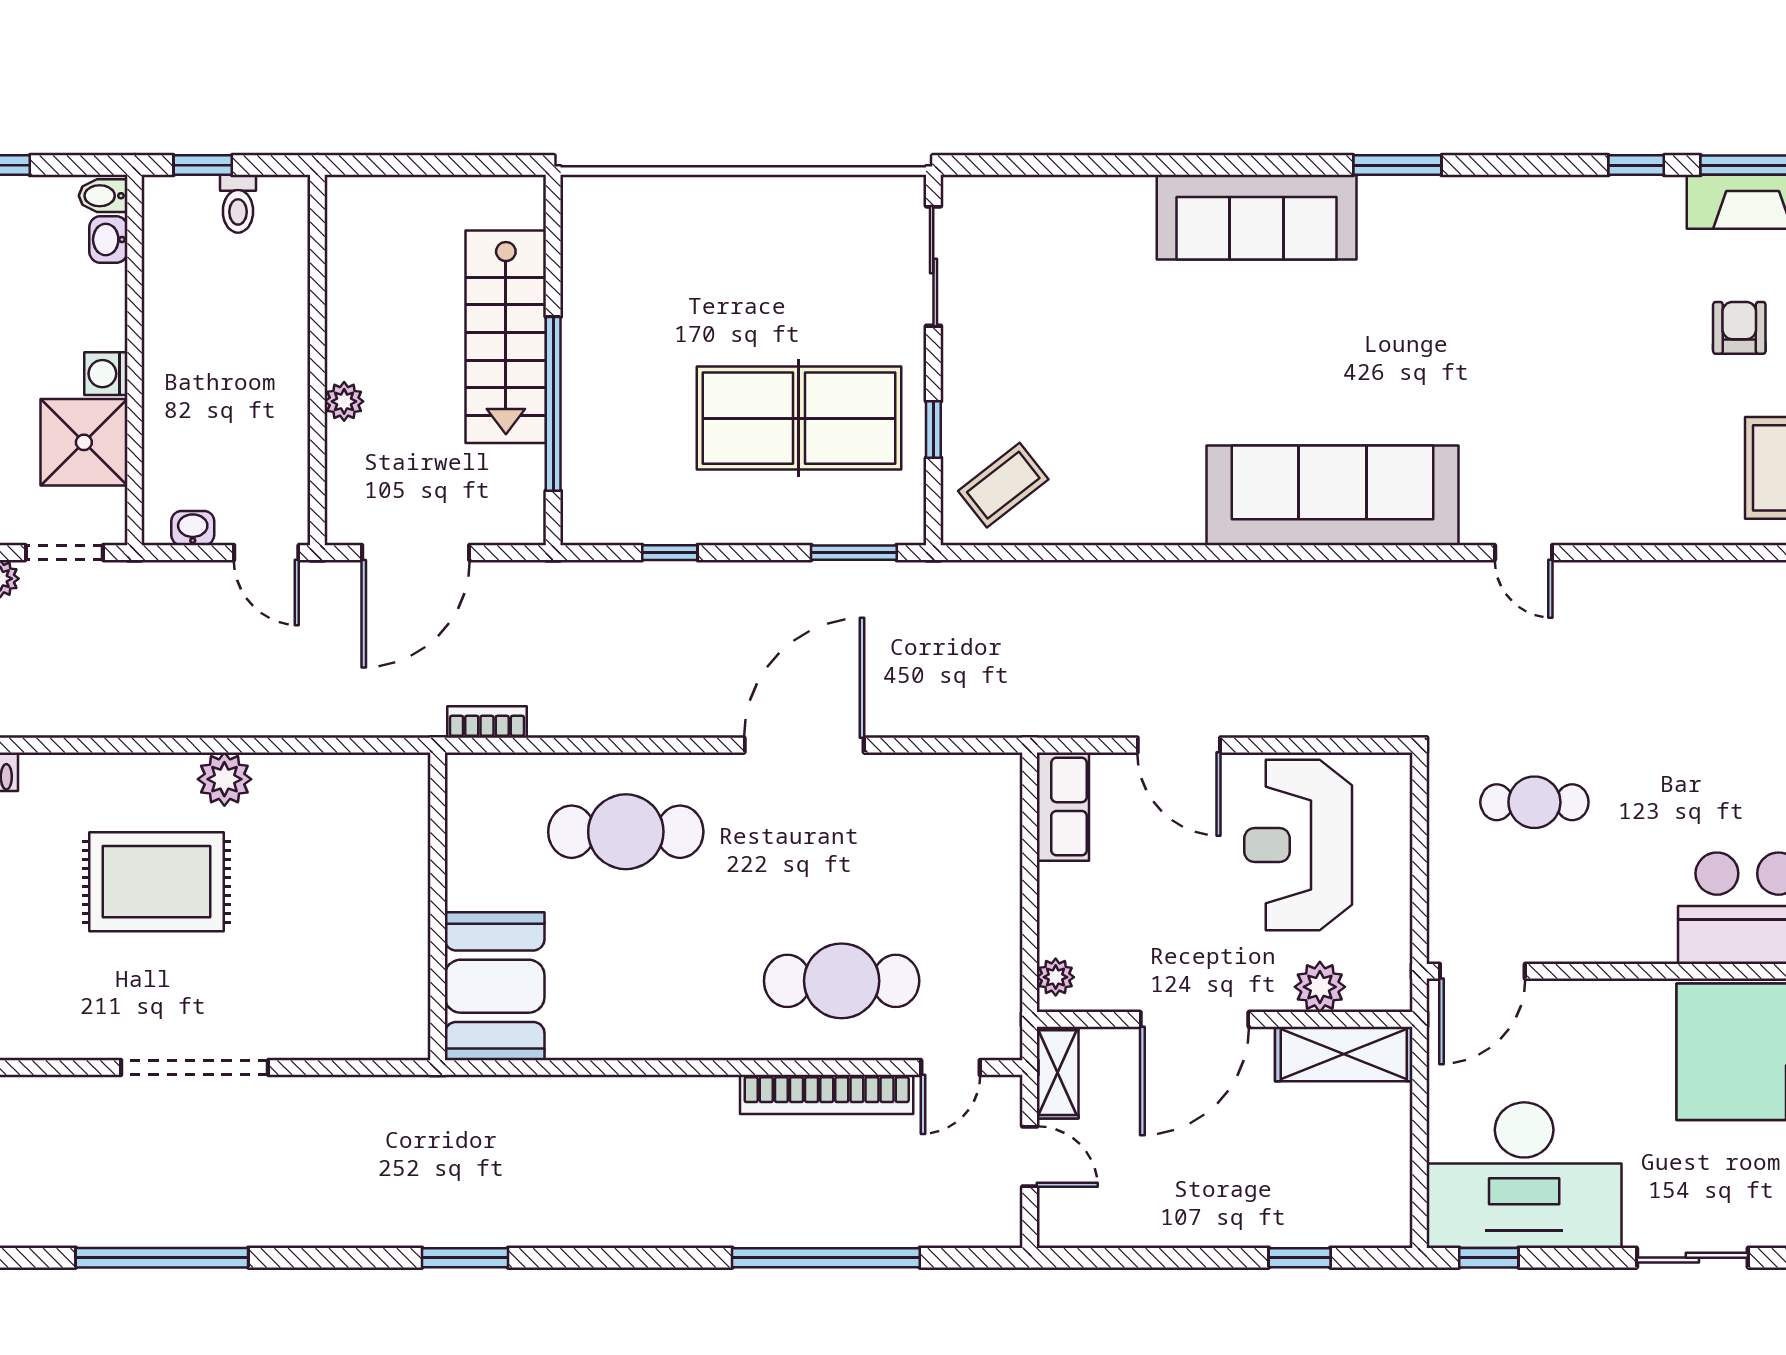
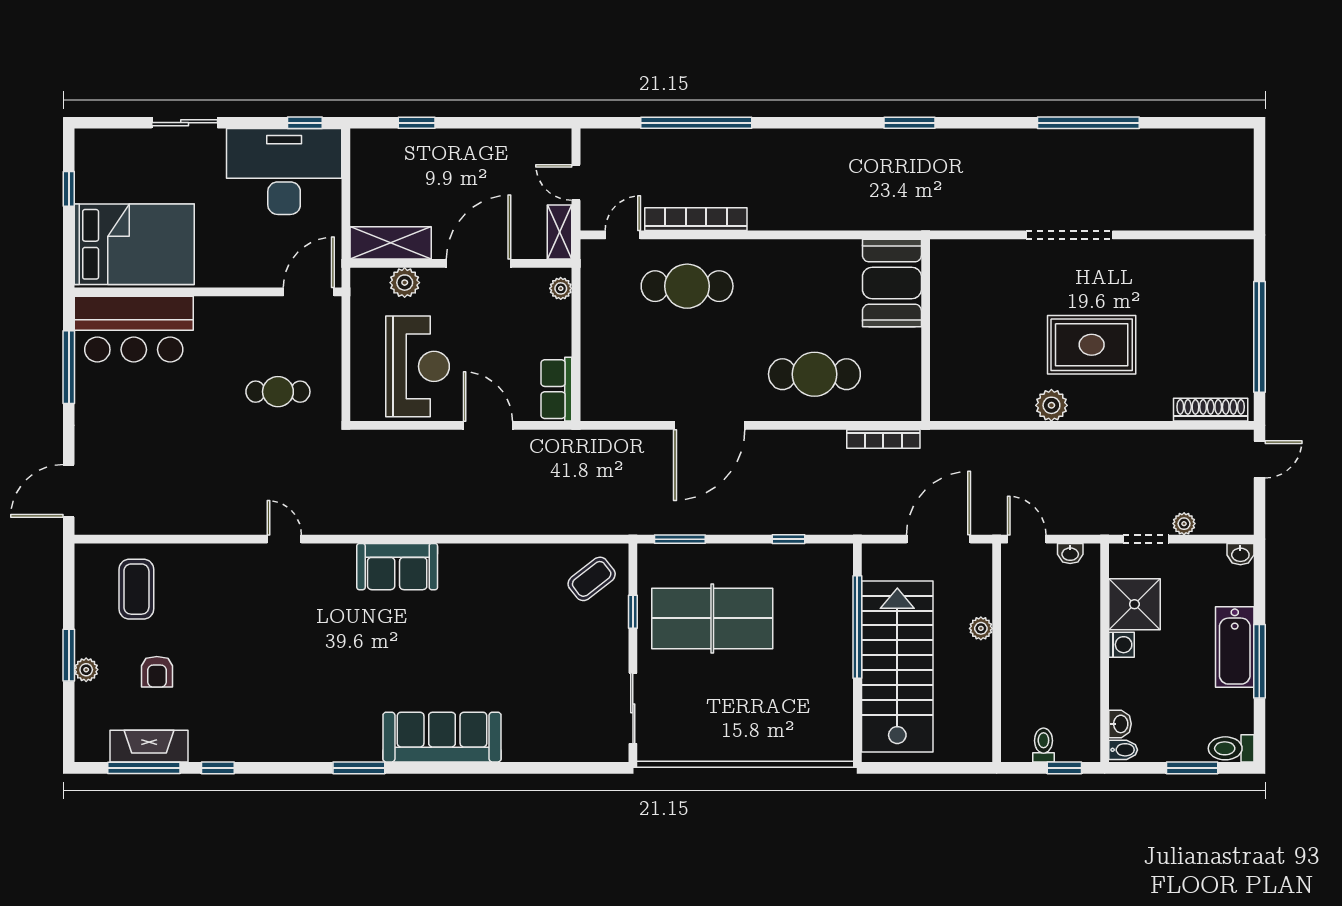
stairs: (506, 337) -> (897, 667), width x1.36, depth x1.51
sofa: (1333, 495) -> (397, 567), width x0.54, depth x0.79
bookcase: (487, 722) -> (883, 439), width x1.56

